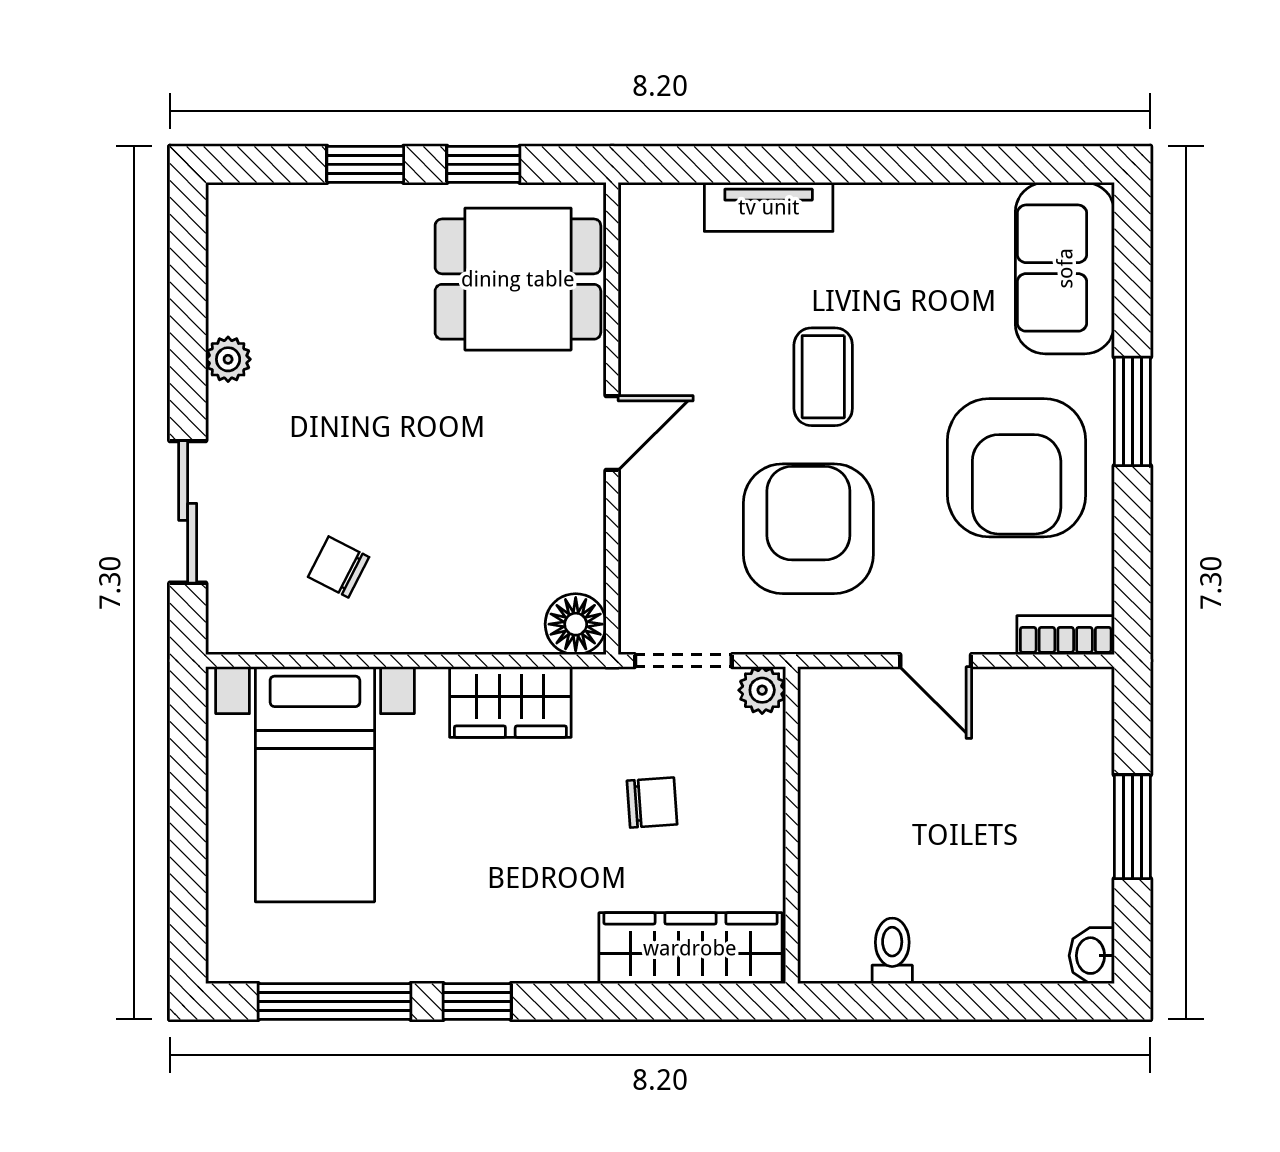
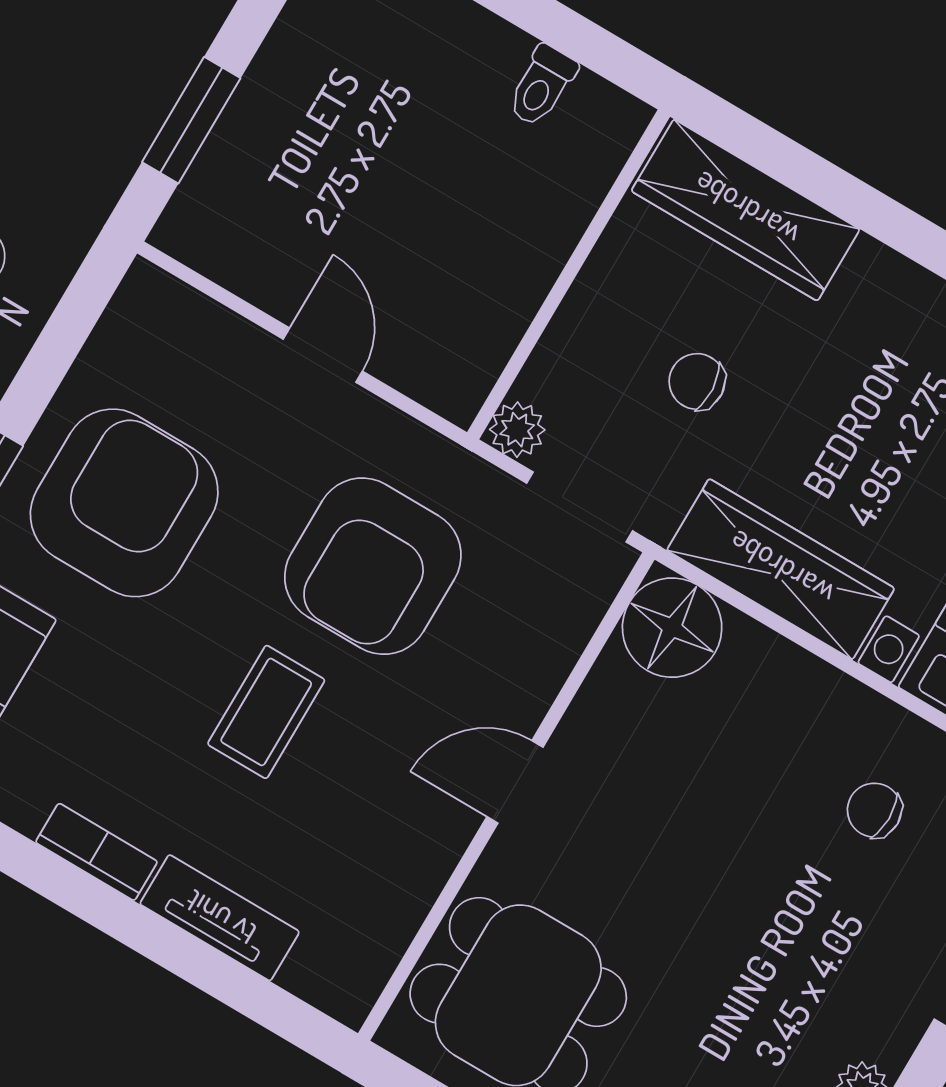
chair: (339, 567) -> (874, 810), turned 153
floor lamp: (576, 624) -> (672, 628), width x1.38, depth x1.38
bookcase: (1066, 635) -> (96, 852), moved, turned 180
wardrobe: (510, 702) -> (781, 569), width x1.50
window: (1132, 827) -> (191, 120), moved

